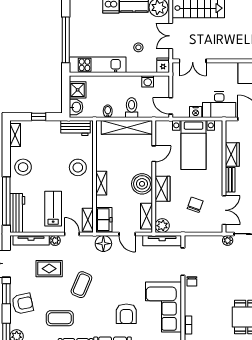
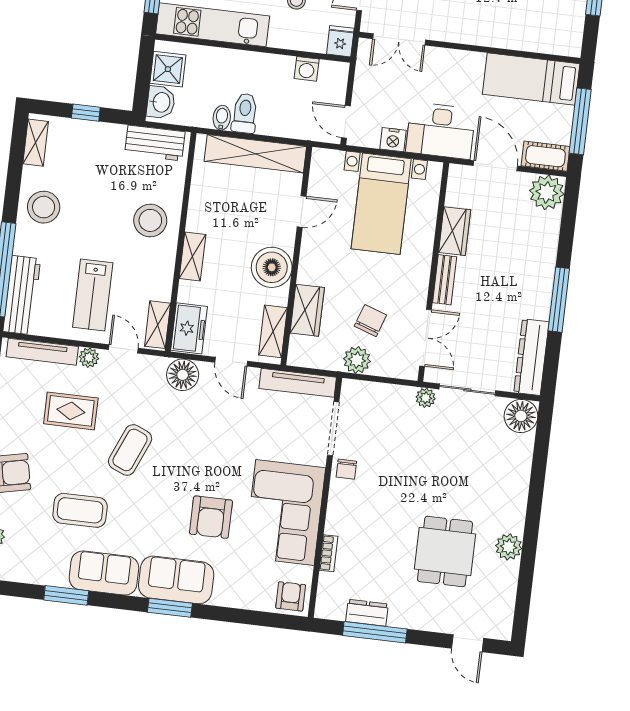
toilet: (132, 108) -> (245, 113), moved
wardrobe: (163, 189) -> (307, 310), moved
lab bench: (53, 209) -> (93, 295), turned 180
plant: (162, 226) -> (357, 360), moved

